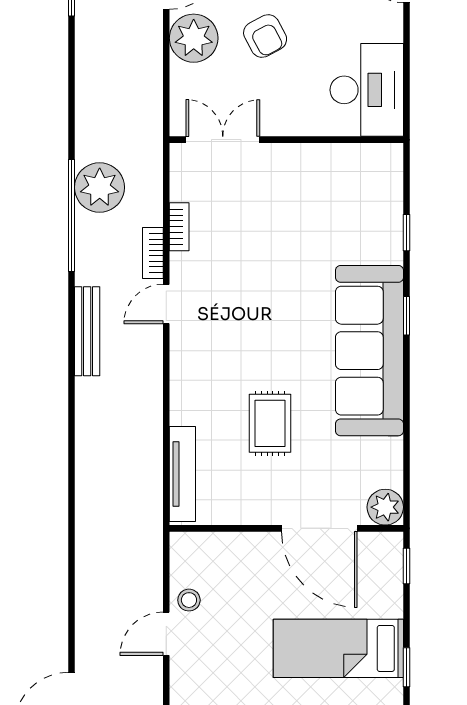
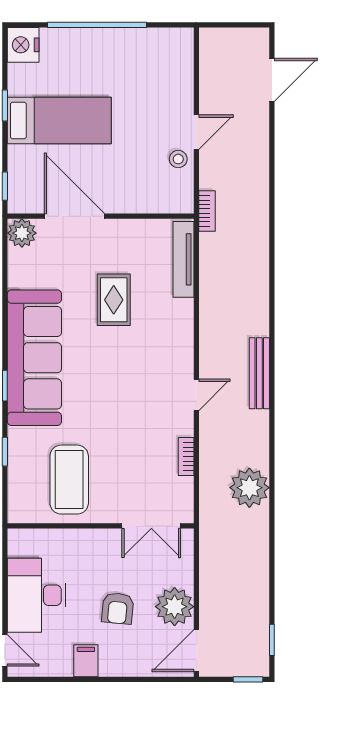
armchair: (265, 36) -> (118, 608), turned -147
desk: (367, 90) -> (37, 595), moved
coffee table: (326, 198) -> (69, 480), added
window: (72, 215) -> (272, 465), removed
bookcase: (153, 253) -> (207, 211), moved

